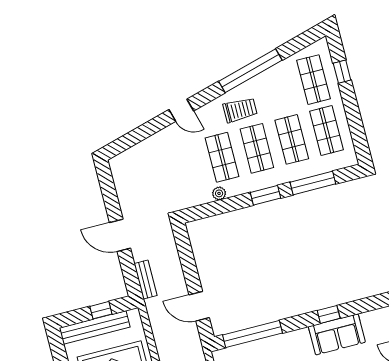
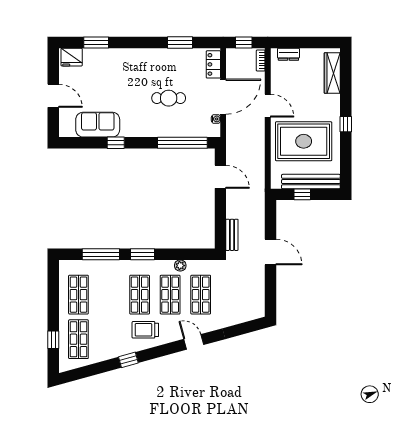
window: (250, 71) -> (128, 360), width x0.32
shop shelf: (292, 139) -> (201, 295), moved
bench: (146, 280) -> (232, 235), moved
sofa: (337, 334) -> (98, 125), moved

